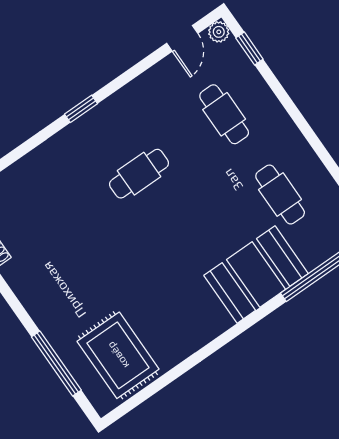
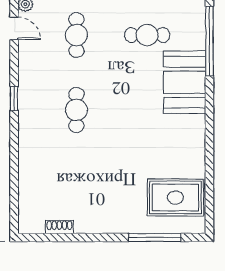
window: (81, 109) -> (14, 99), moved
cafe table: (224, 114) -> (76, 35), turned 90

